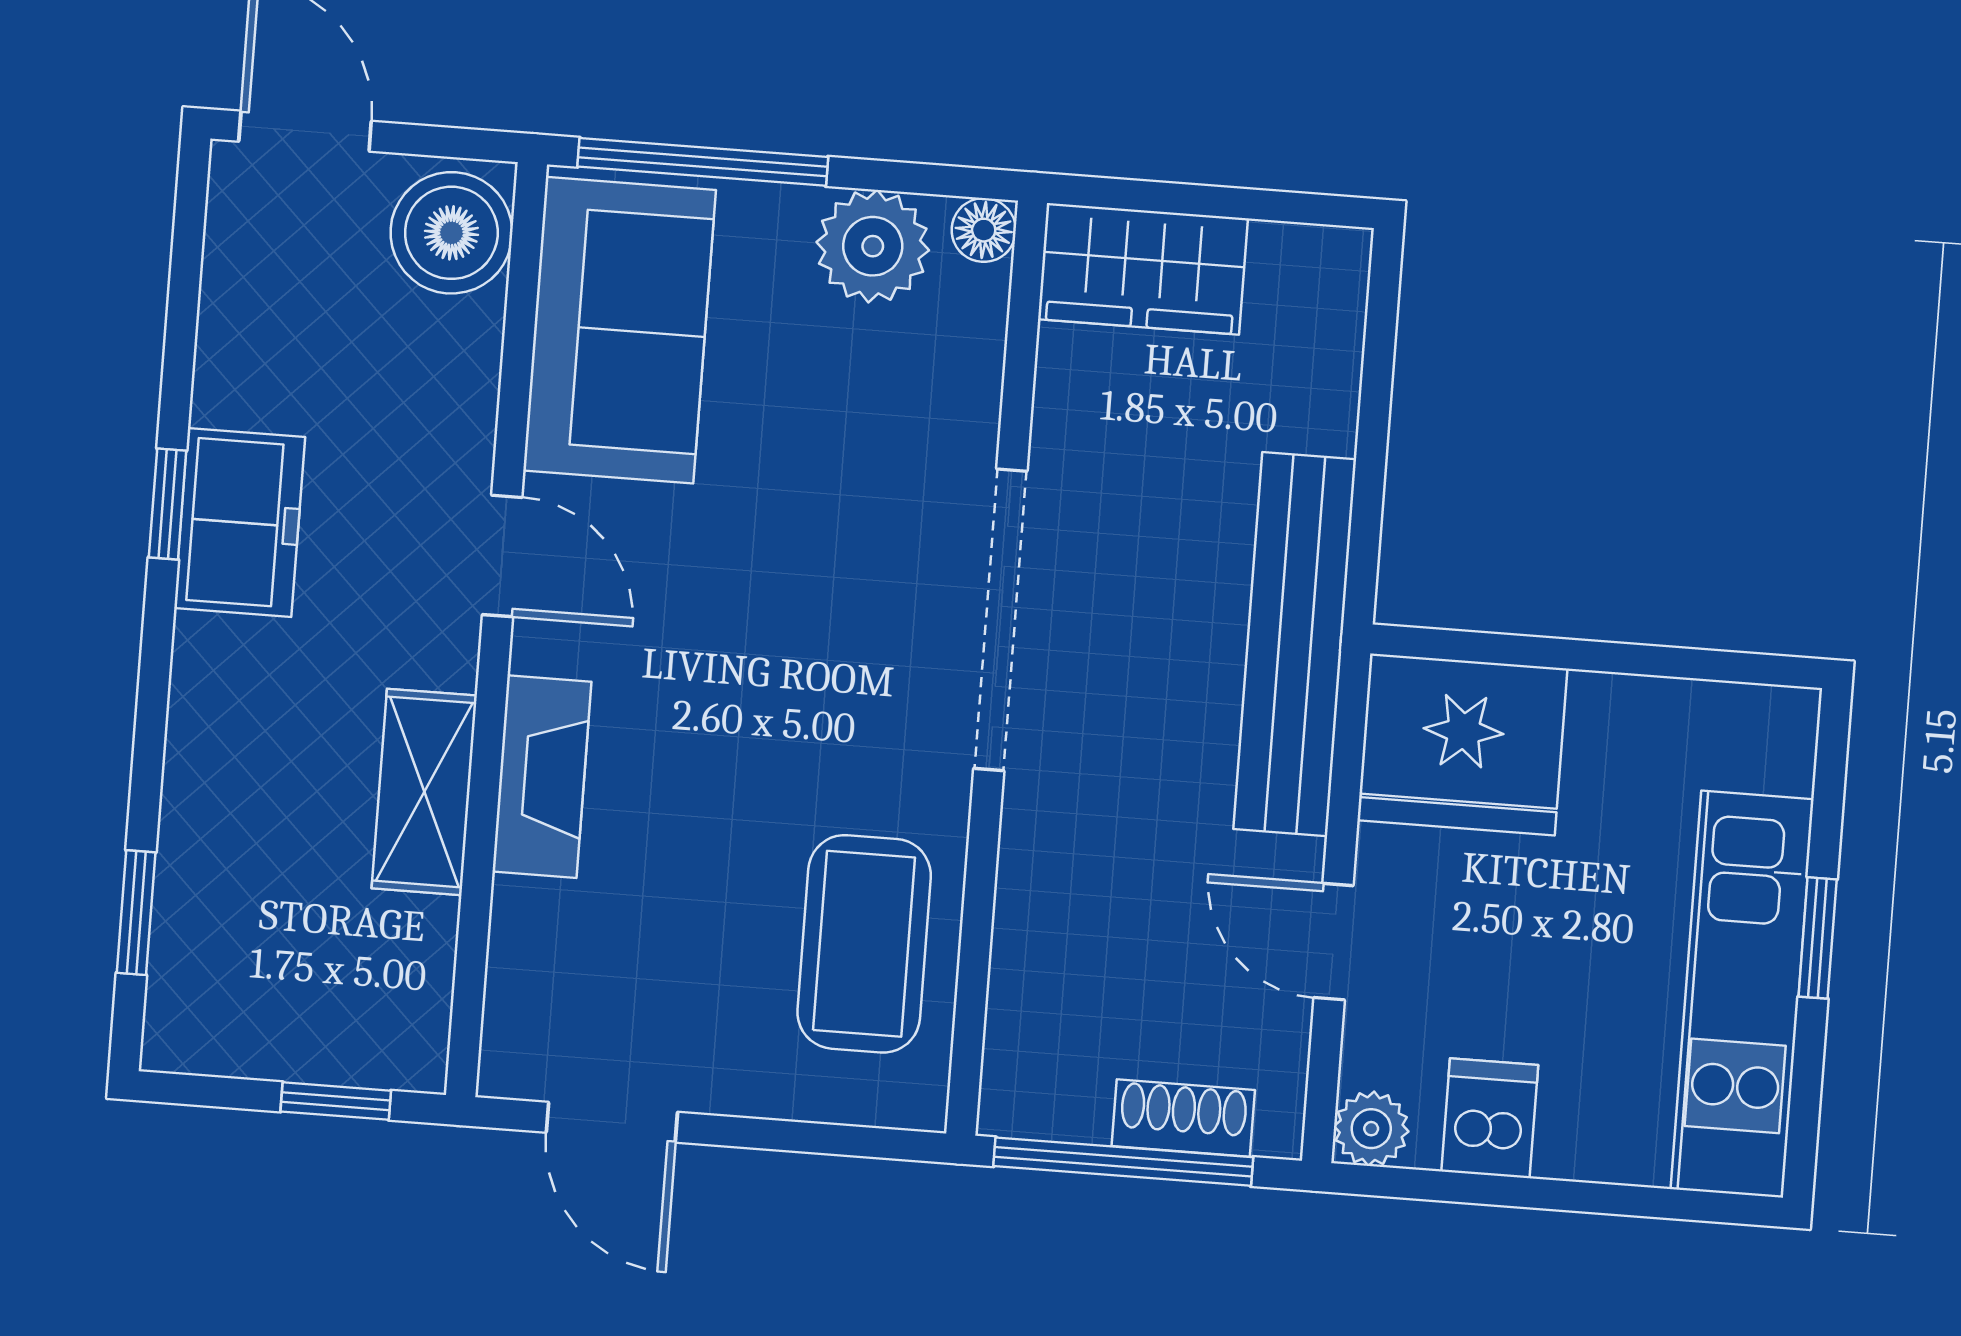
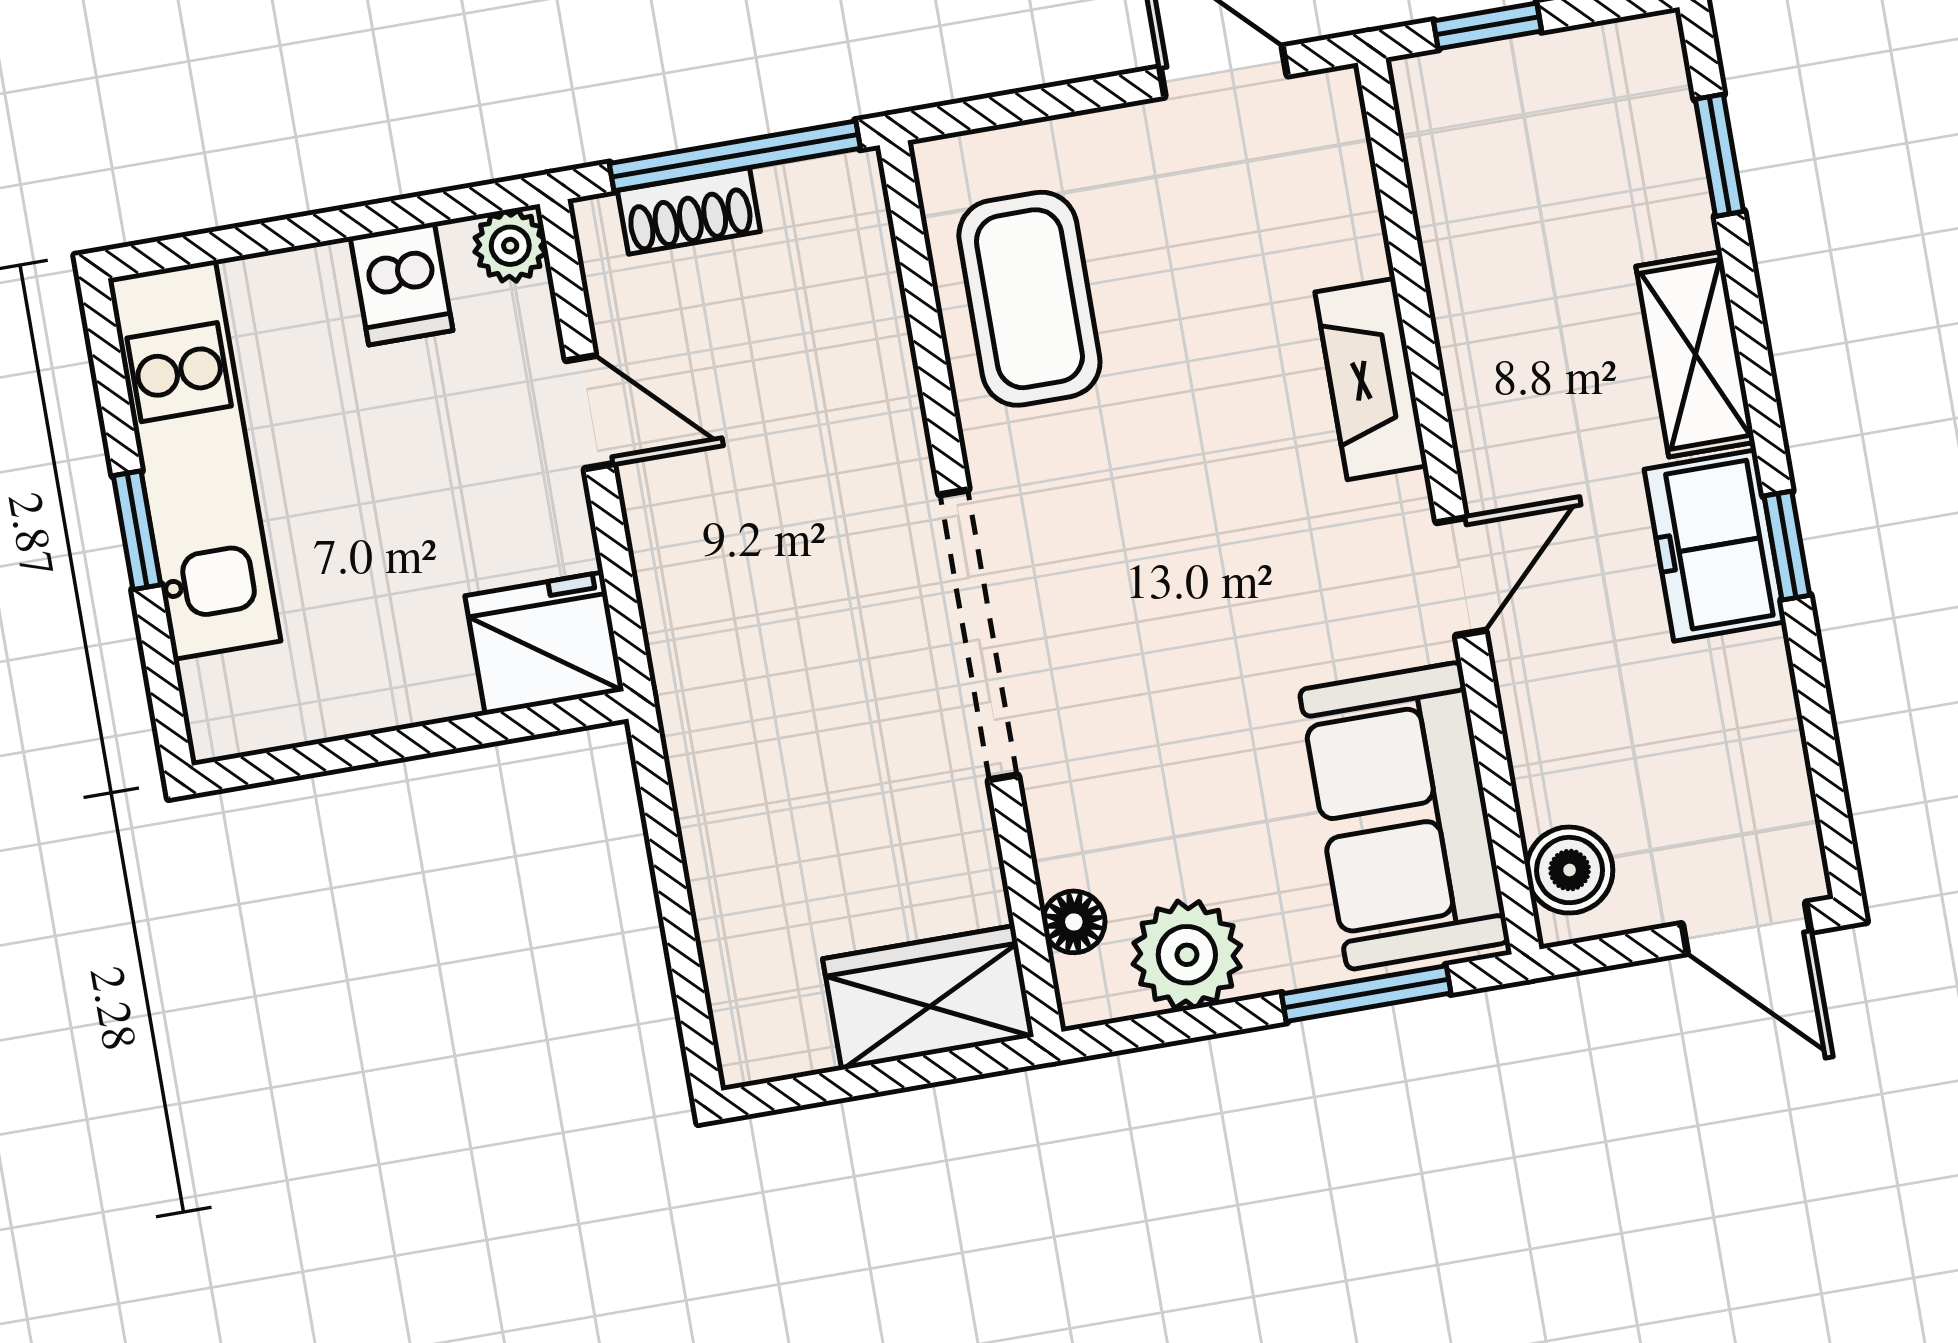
window: (703, 162) -> (1366, 994), width x0.69
floor lamp: (984, 230) -> (1074, 922), moved
boiler: (451, 233) -> (1570, 870), width x0.73, depth x0.73
door: (502, 556) -> (1461, 576), swing flipped
bench: (1295, 644) -> (697, 682), removed
fridge: (1462, 744) -> (544, 643), width x0.73, depth x0.75
shelving: (424, 792) -> (1695, 354), moved

